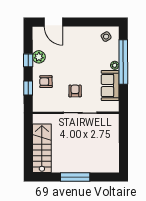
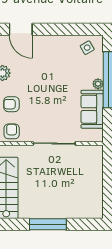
armchair: (75, 91) -> (12, 131), moved

